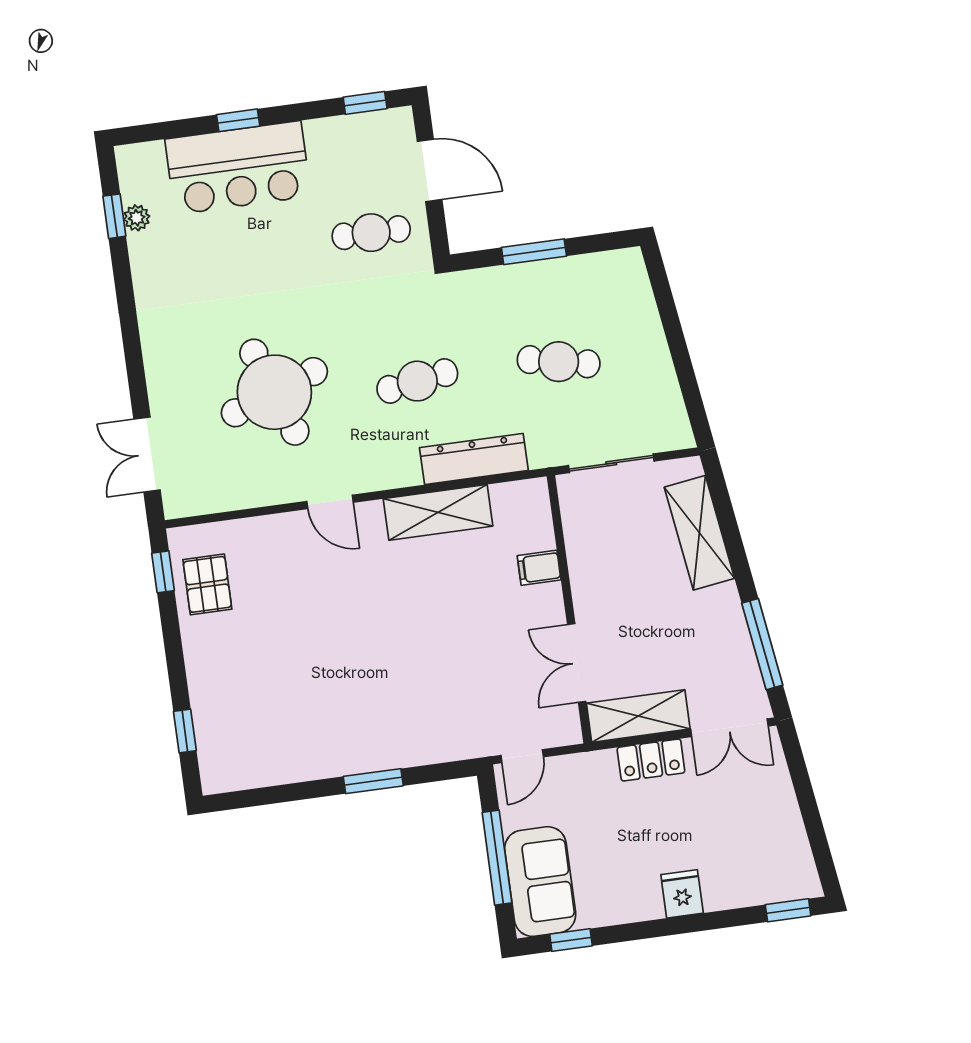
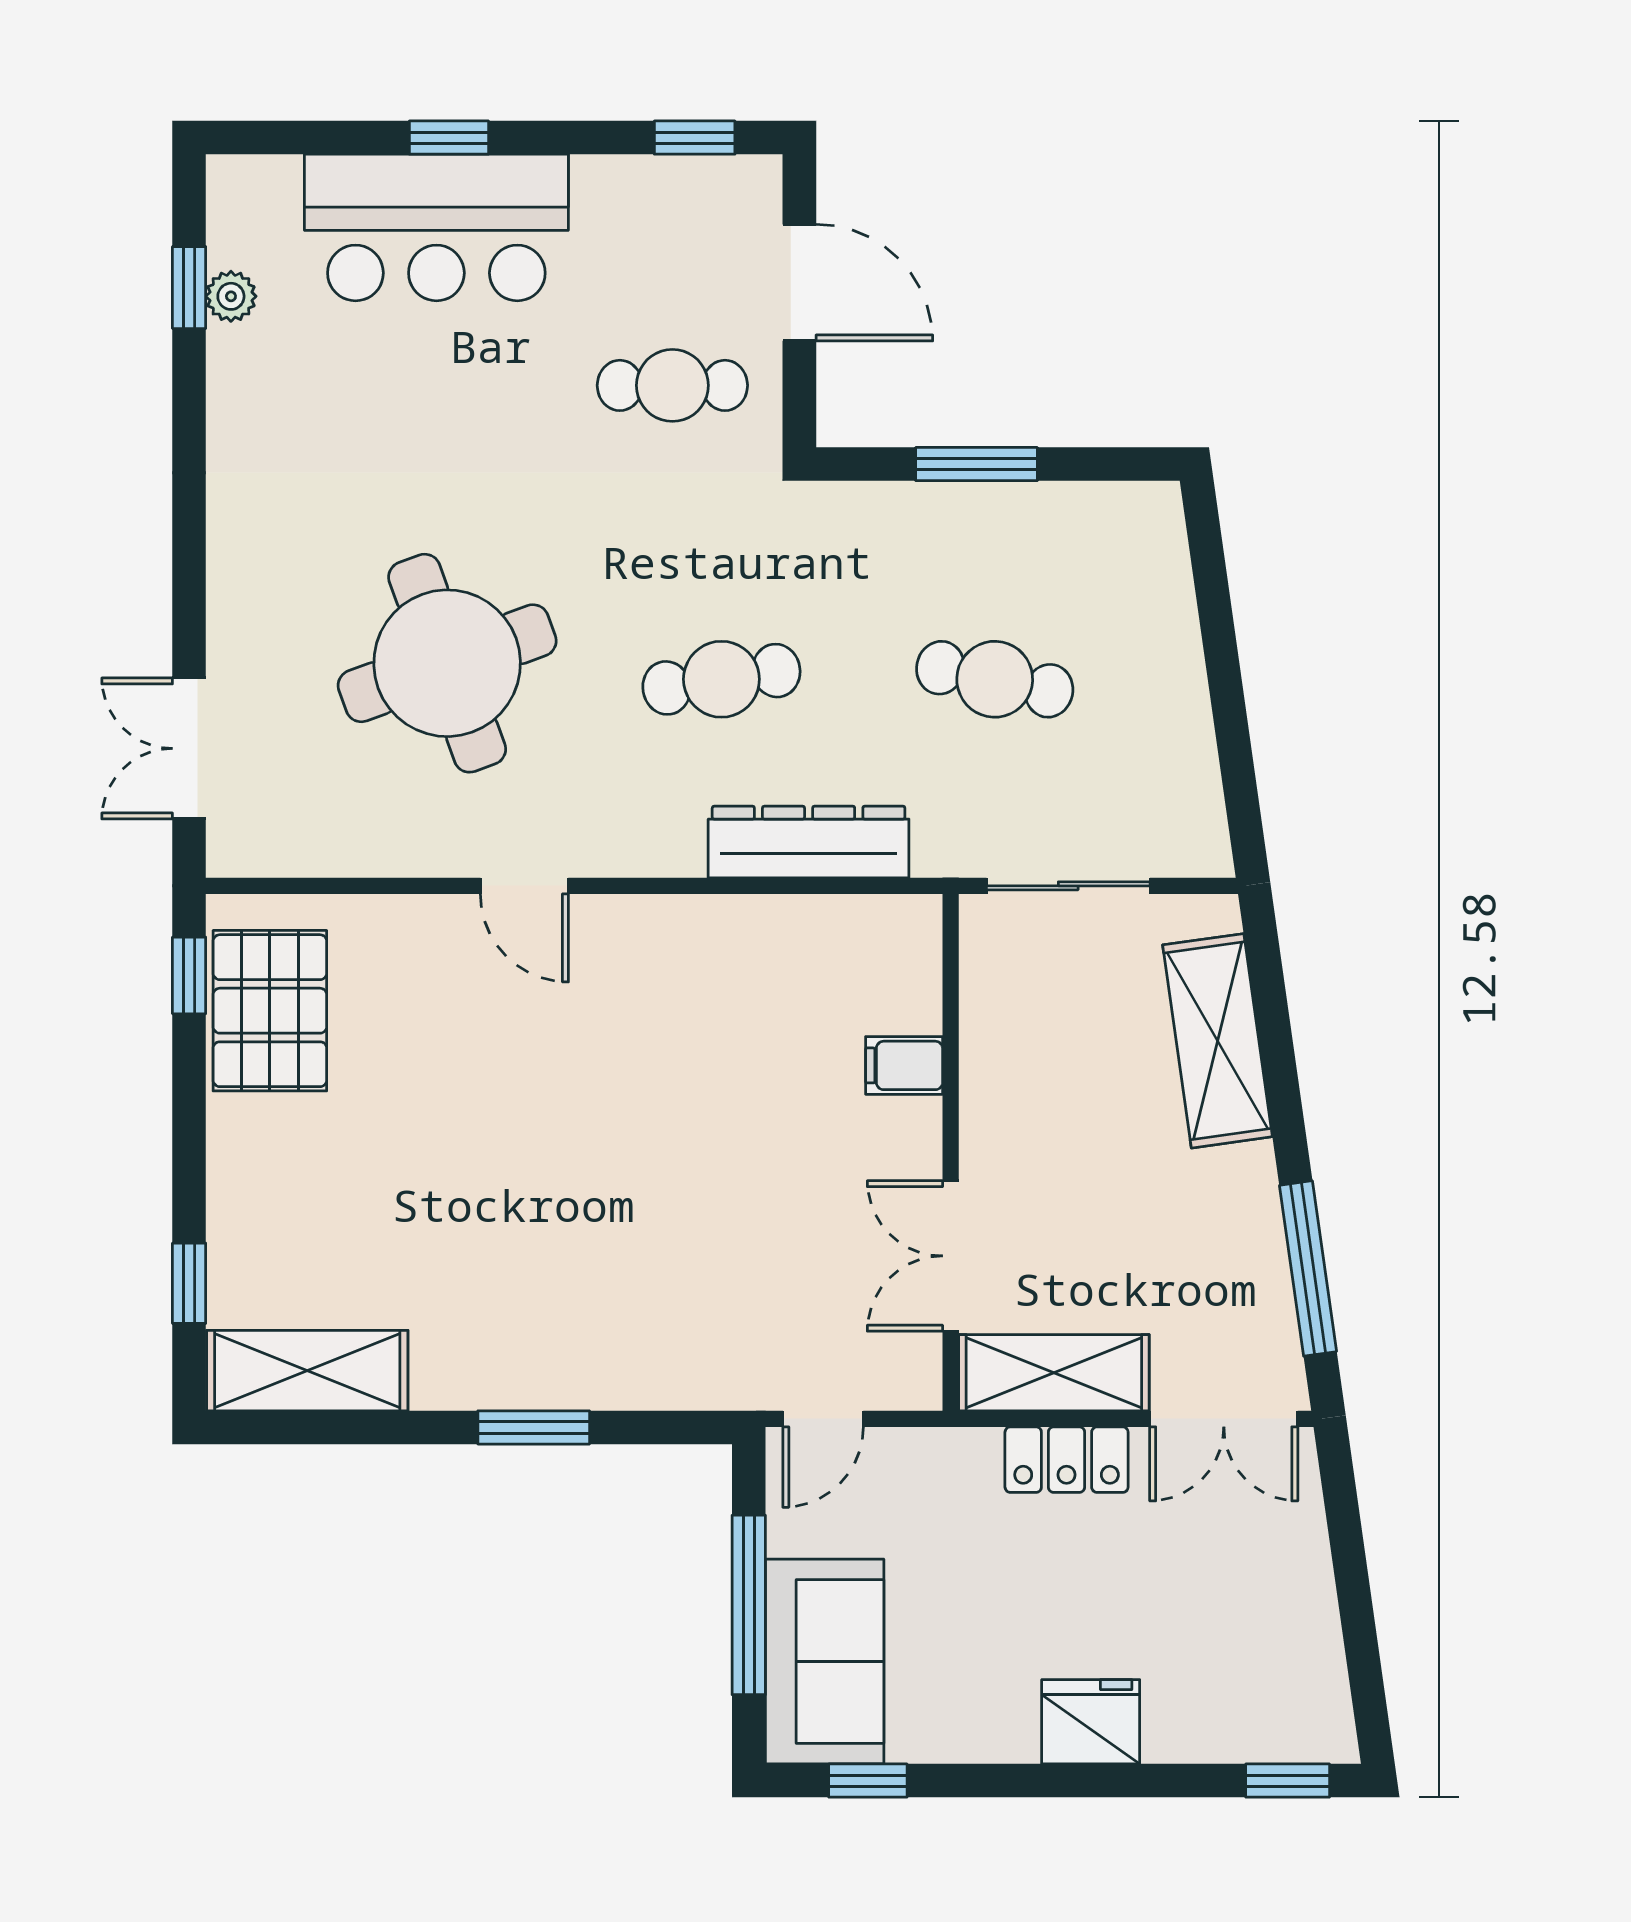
shelving: (438, 512) -> (307, 1371), moved
pallet: (207, 584) -> (270, 1011), width x1.50, depth x1.42
fridge: (682, 894) -> (1091, 1722), width x1.38

